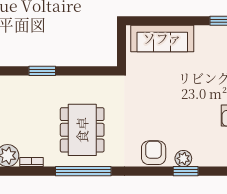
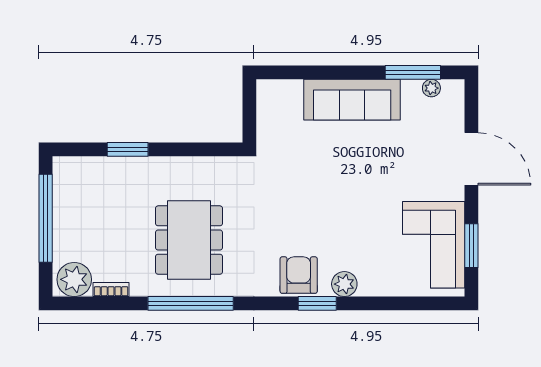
sofa: (162, 38) -> (352, 100), moved
window: (186, 171) -> (317, 303), moved

